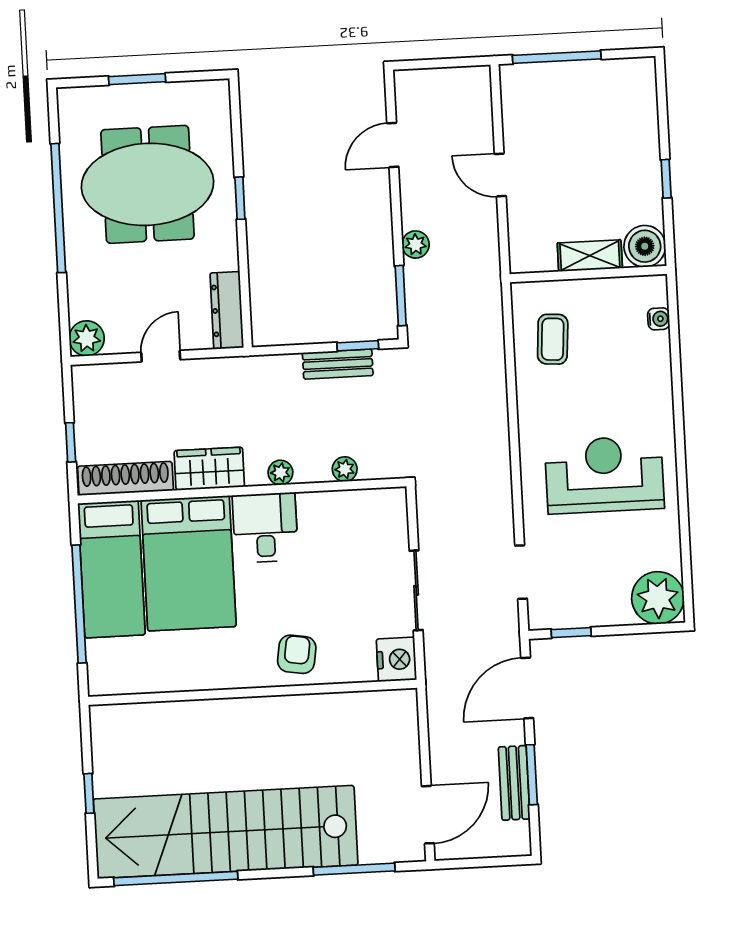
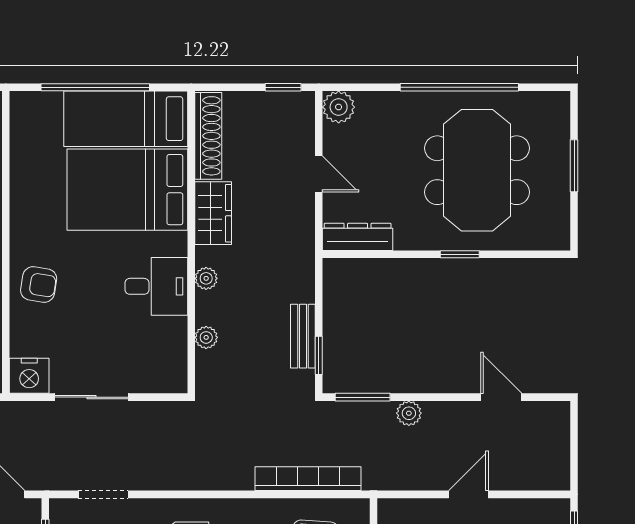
bookcase: (492, 350) -> (308, 479), added
window: (71, 442) -> (283, 87), moved
desk: (265, 528) -> (156, 286), moved

